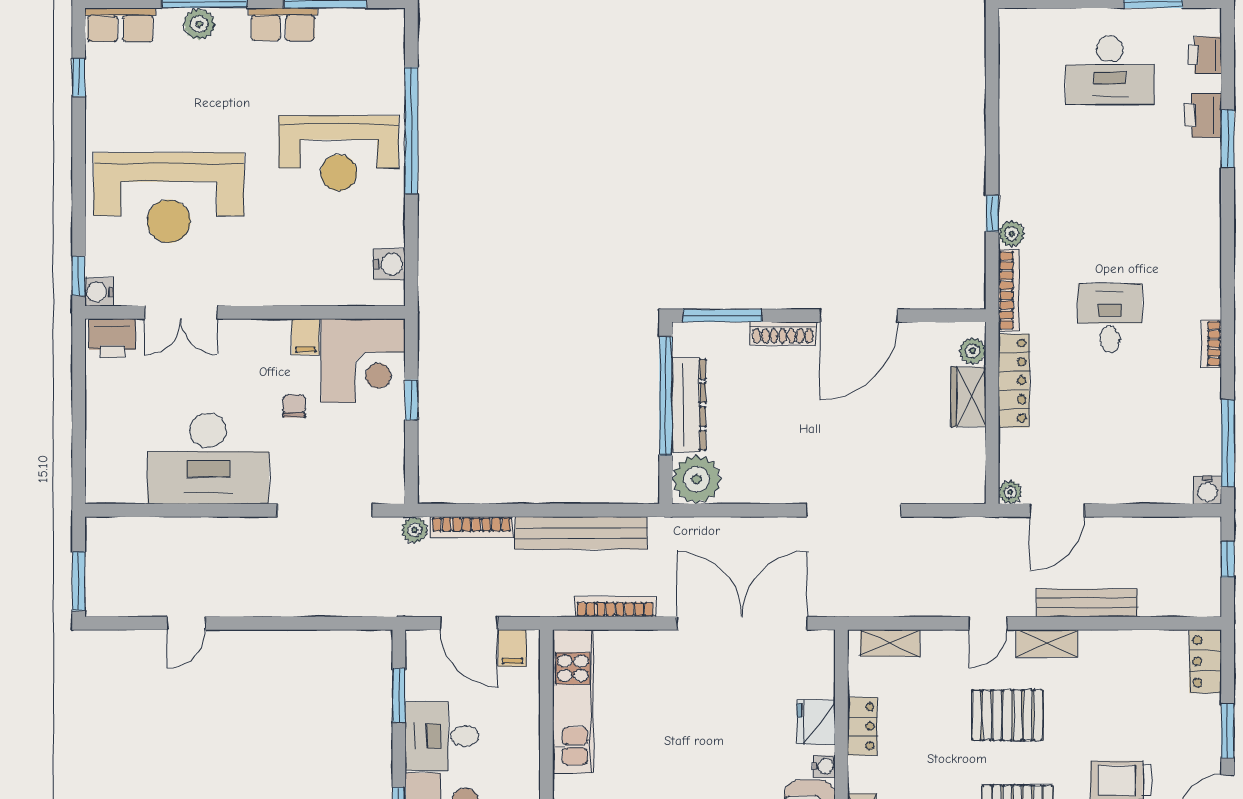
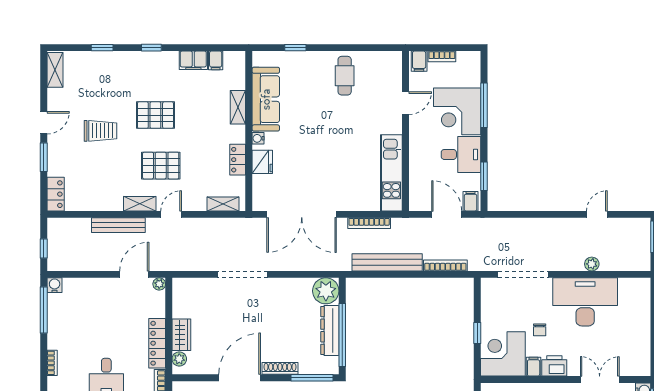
printer: (112, 338) -> (554, 366), moved
plant: (415, 530) -> (592, 264), moved
filing cabinet: (512, 648) -> (471, 201), moved

